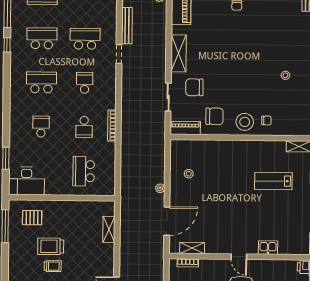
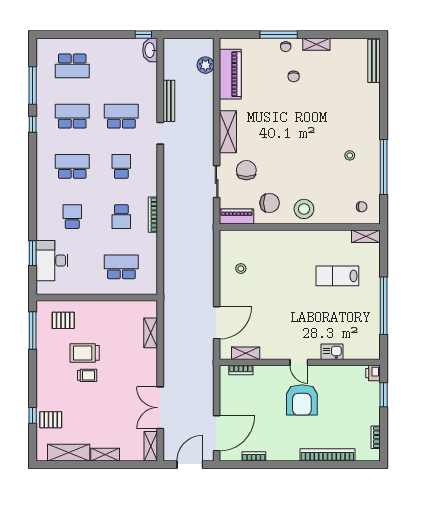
chair: (194, 87) -> (246, 170), turned 90
chair: (266, 120) -> (362, 207), moved
school desk: (84, 171) -> (121, 267), turned 90
desk: (27, 181) -> (52, 261), moved, turned 90
plant: (160, 188) -> (208, 285), removed

